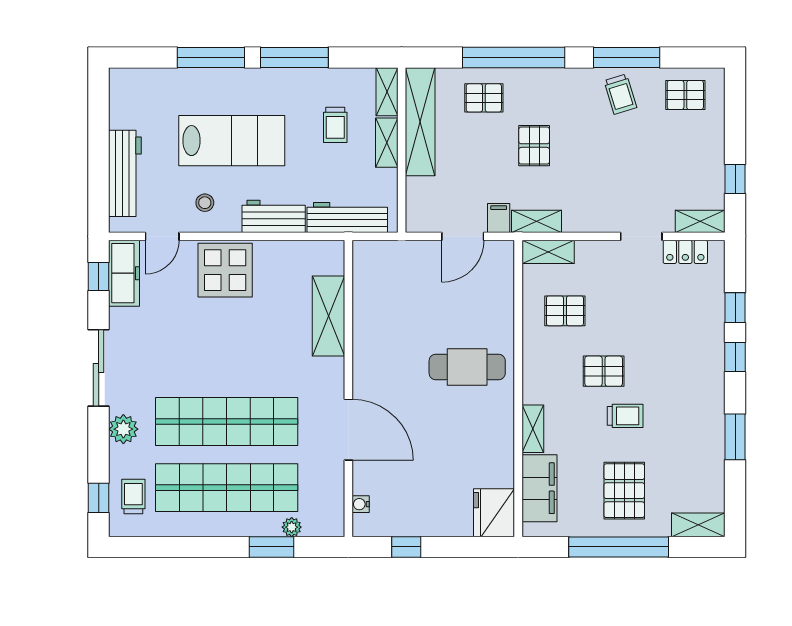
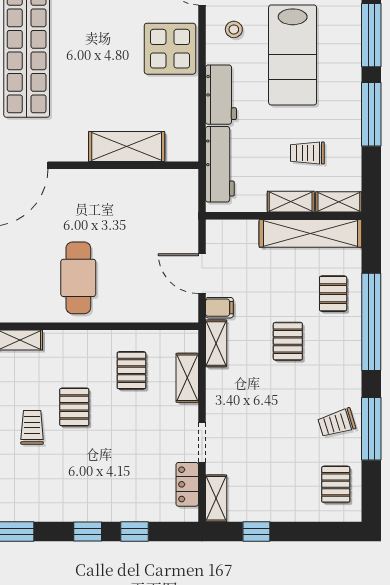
pallet: (534, 146) -> (288, 341), turned 90
shelving: (548, 252) -> (187, 378), moved
trolley: (625, 416) -> (32, 427), turned 180

